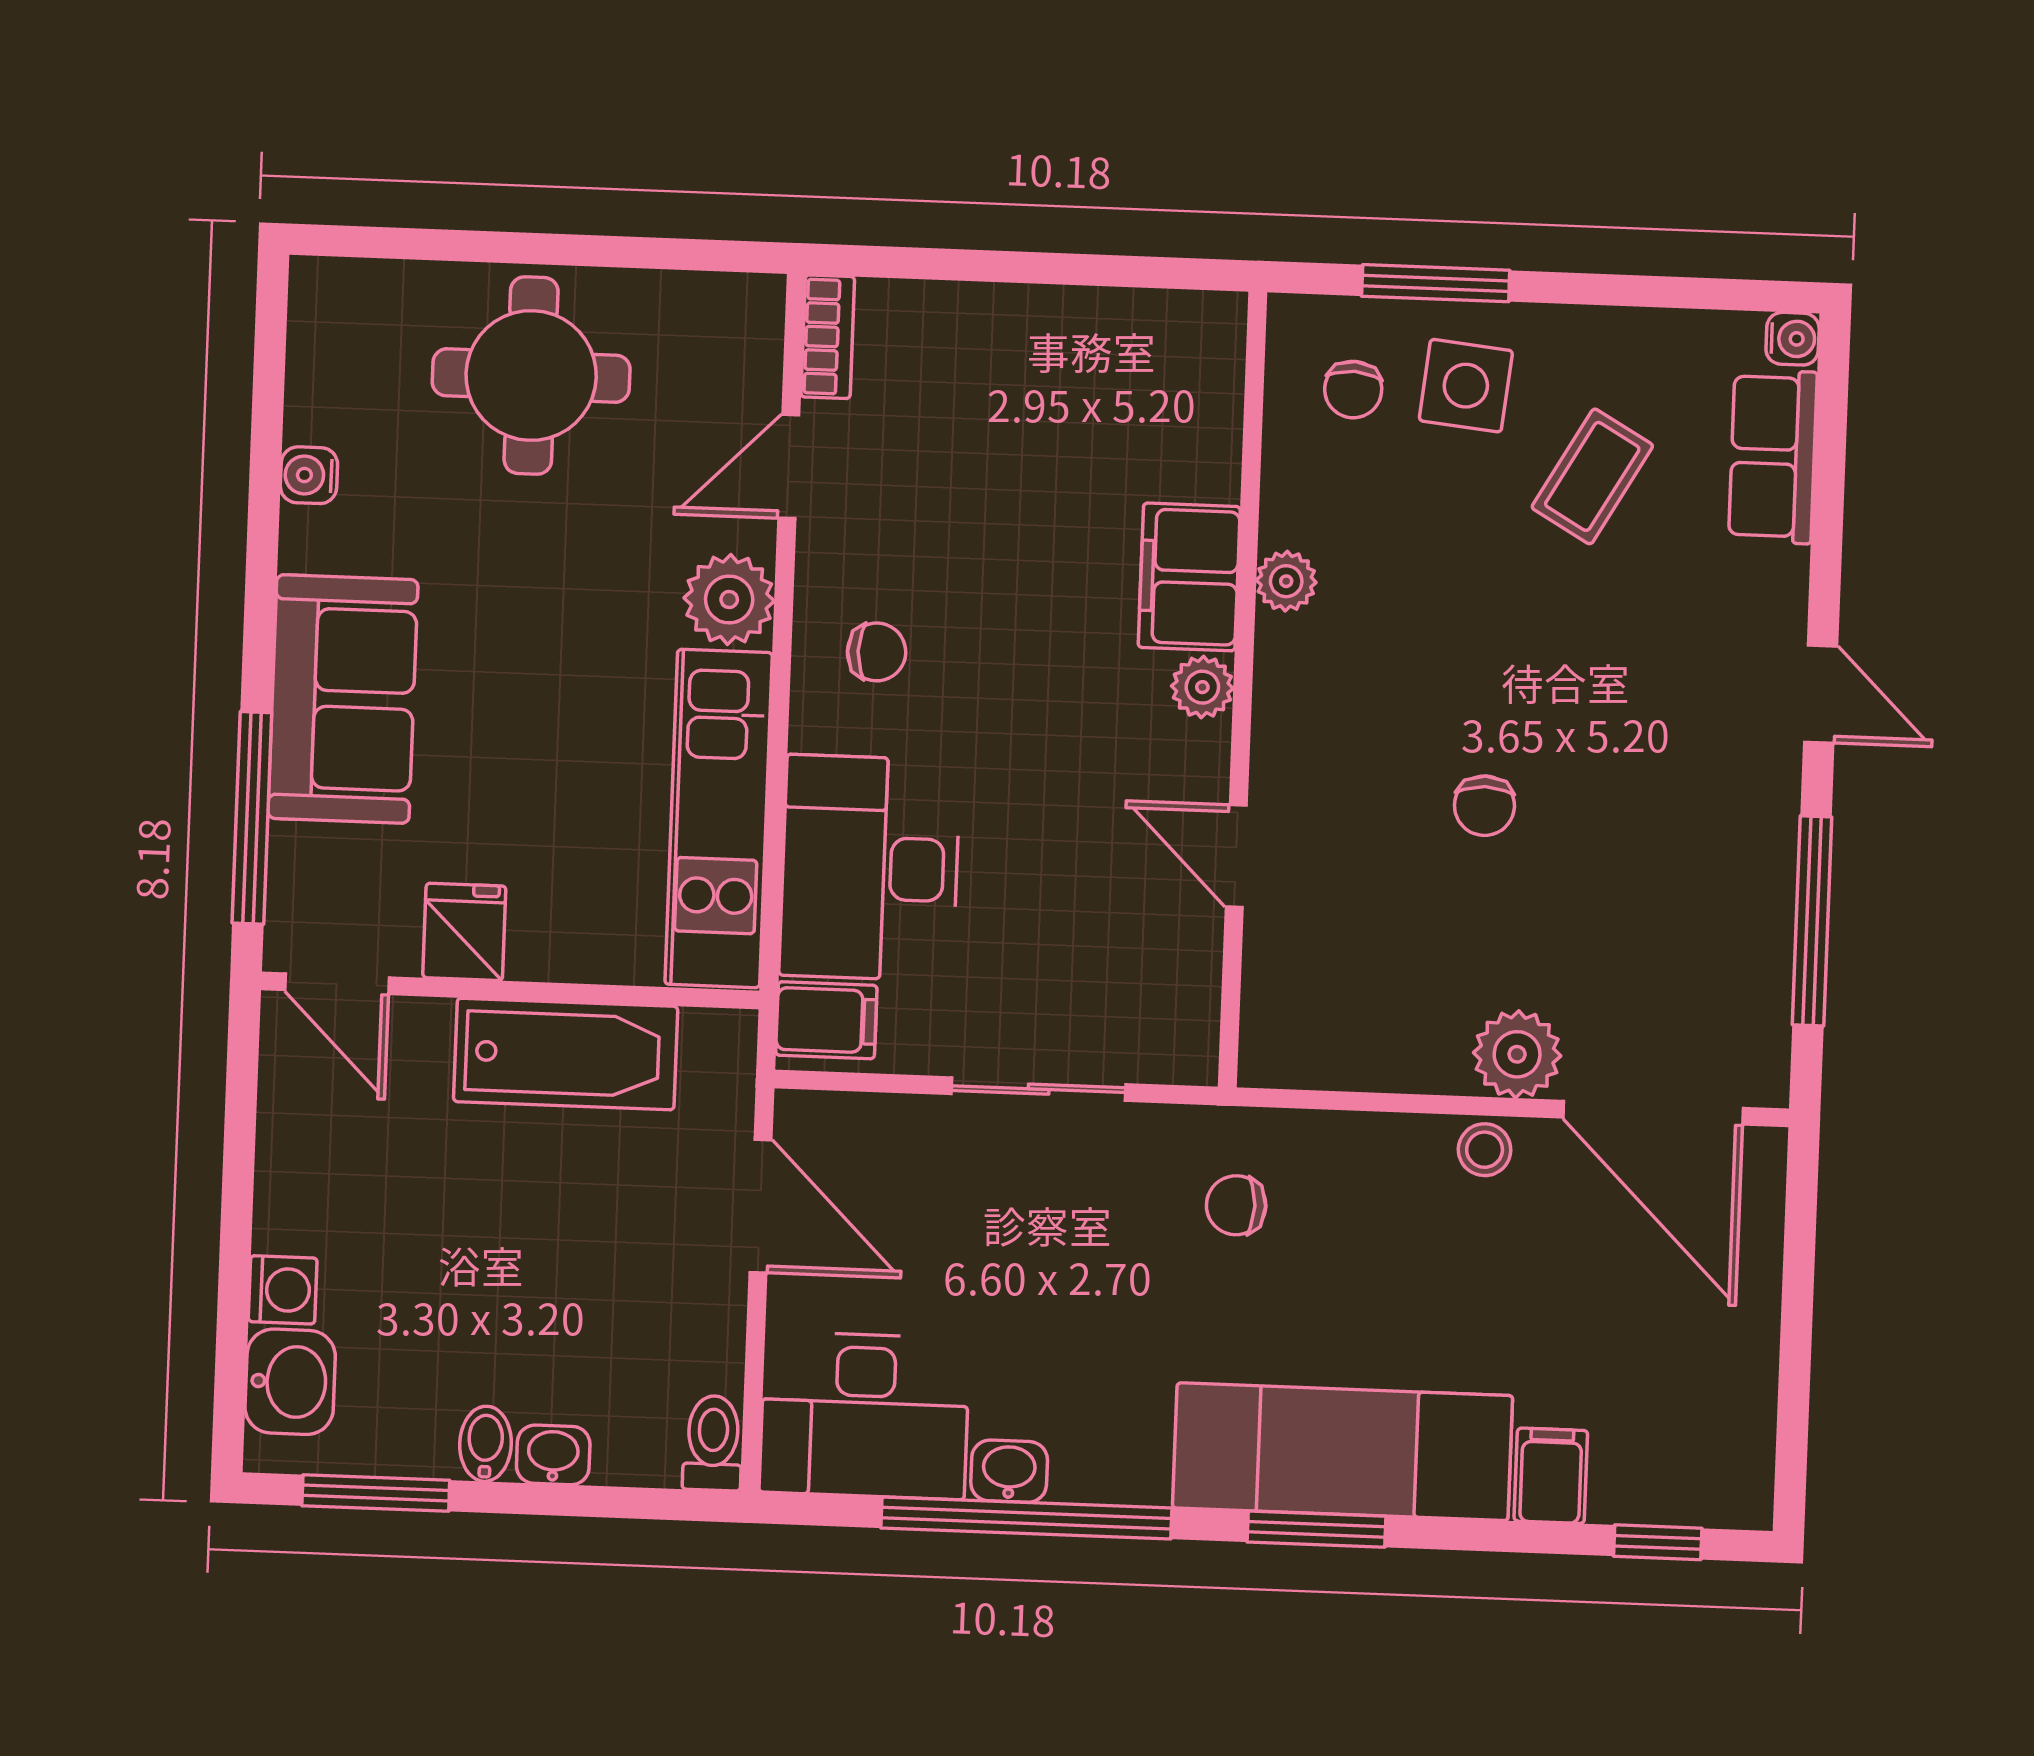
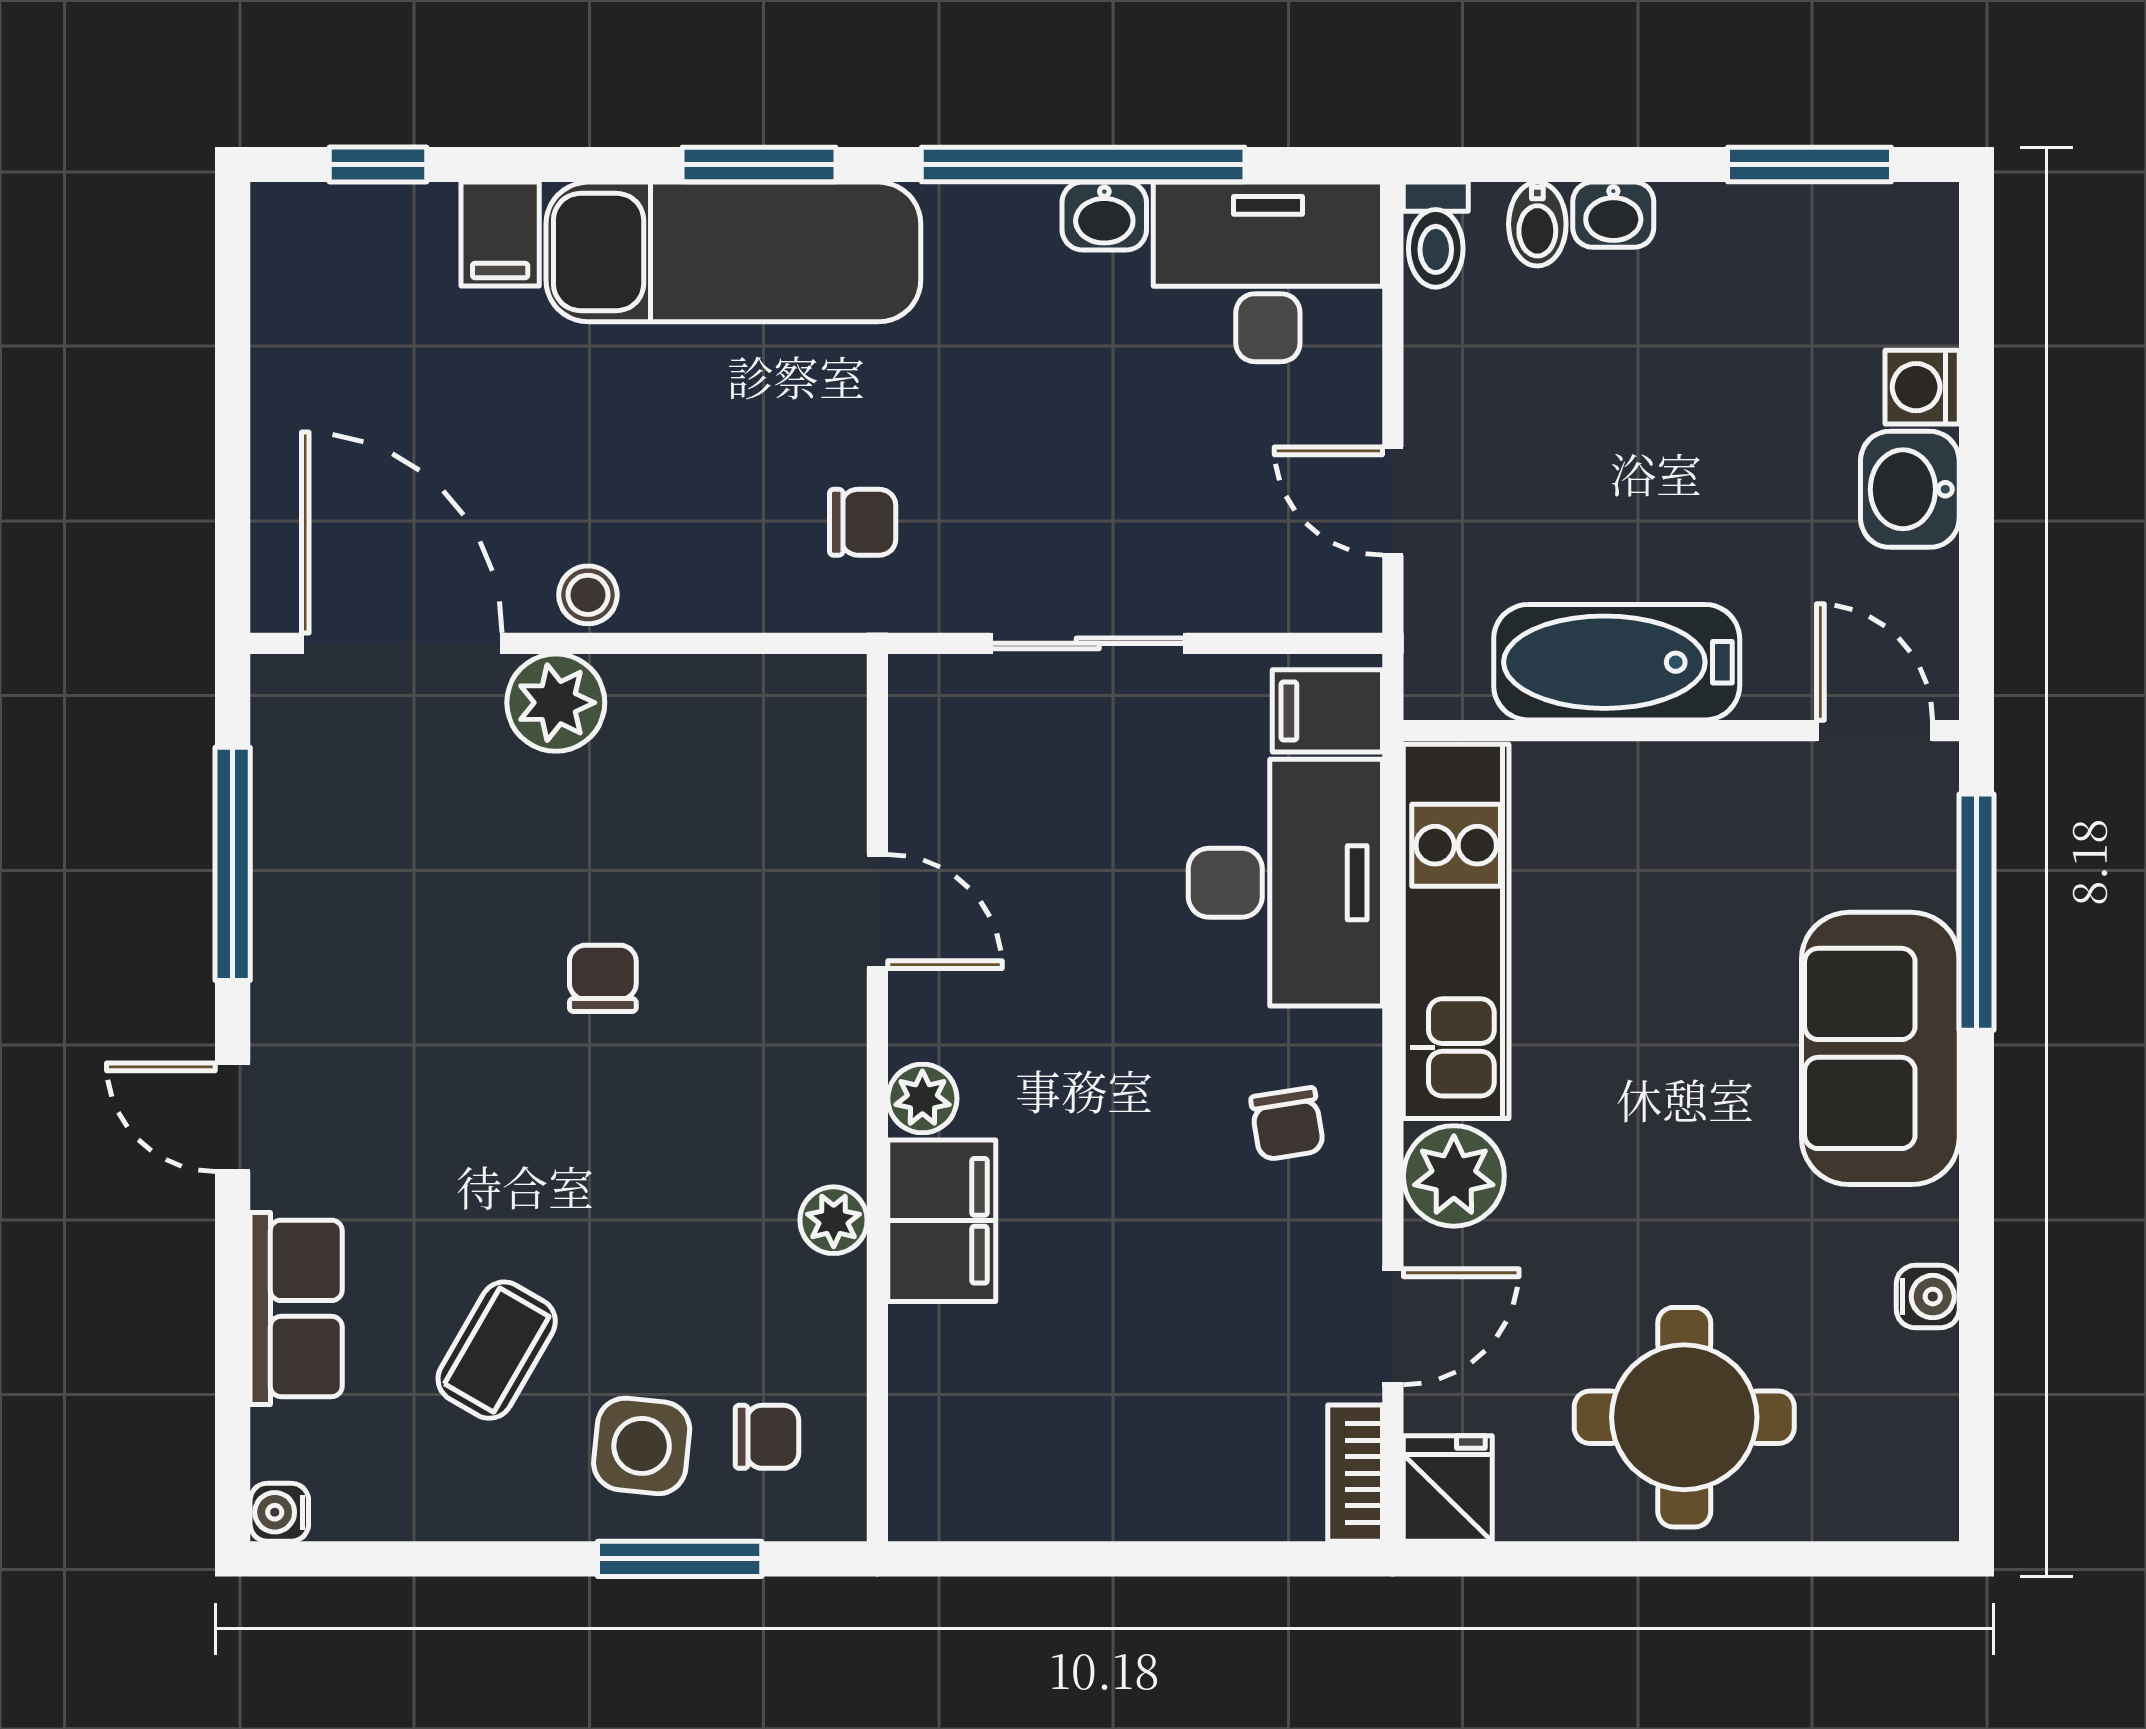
chair: (1353, 390) -> (767, 1437), turned 87
row of seats: (1773, 457) -> (296, 1308), moved
chair: (877, 652) -> (1287, 1124), turned -99
fridge: (464, 932) -> (1448, 1488), moved, turned 180
door: (760, 1206) -> (1393, 501), width x0.73
washbasin: (290, 1382) -> (1910, 489), moved
bidet: (485, 1444) -> (1537, 224), moved

